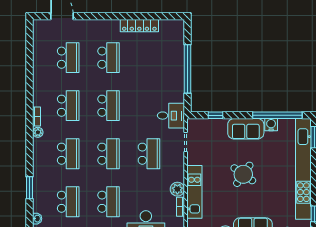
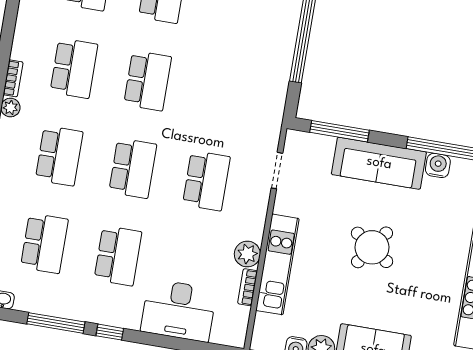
window: (215, 115) -> (339, 131), width x2.17
desk: (171, 116) -> (258, 118), removed
sofa: (246, 129) -> (379, 163), width x1.36

